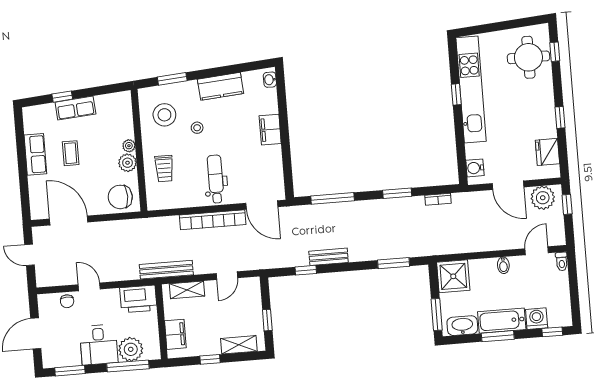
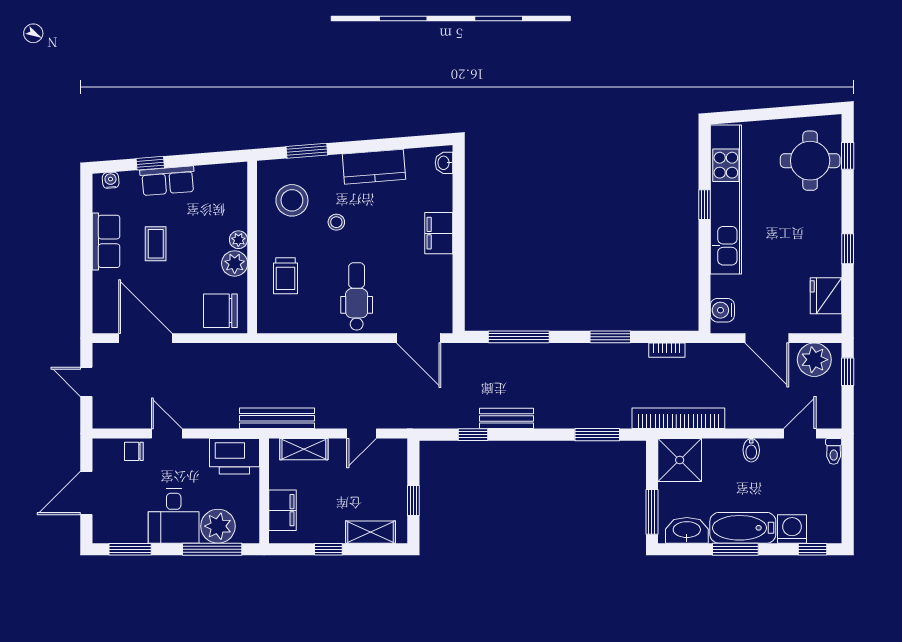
water cooler: (35, 111) -> (111, 180), added
bookcase: (213, 220) -> (678, 418), moved, turned 180
chair: (67, 301) -> (134, 451), turned 91

